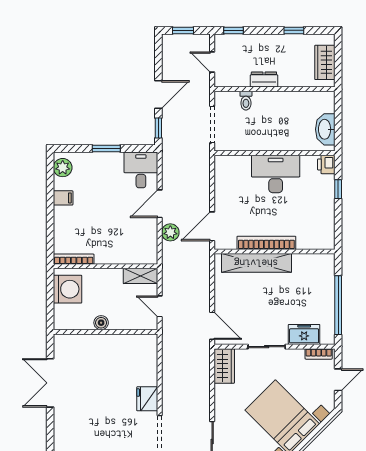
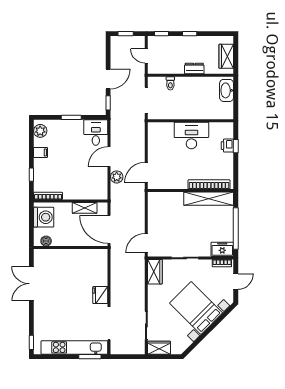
window: (294, 30) -> (190, 34), moved
dresser: (264, 80) -> (194, 68), moved
washbasin: (325, 129) -> (227, 90), moved
printer: (326, 164) -> (227, 146), moved
window: (50, 229) -> (31, 175), added
bookcase: (266, 243) -> (209, 184), moved
shelving: (256, 263) -> (209, 199), moved
shelving: (141, 276) -> (85, 208), moved
door: (160, 306) -> (109, 229), width x1.87
boiler: (101, 323) -> (46, 241), moved
door: (212, 326) -> (146, 243), swing flipped
freezer: (304, 334) -> (222, 249), moved

